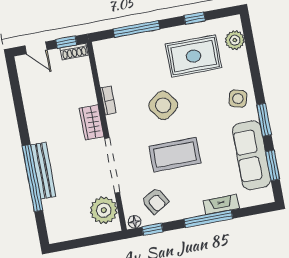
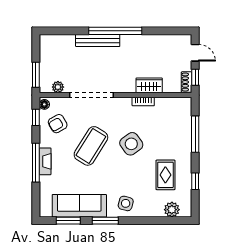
door: (36, 48) -> (195, 53), swing flipped
rug: (194, 56) -> (165, 175), width x0.73, depth x0.70
wardrobe: (92, 122) -> (149, 85), moved
coffee table: (175, 155) -> (91, 146), turned 32
window: (32, 178) -> (115, 31), moved
fireplace: (221, 205) -> (45, 161), moved
plant: (104, 210) -> (58, 87), width x0.53, depth x0.53
window: (100, 239) -> (36, 75), added

